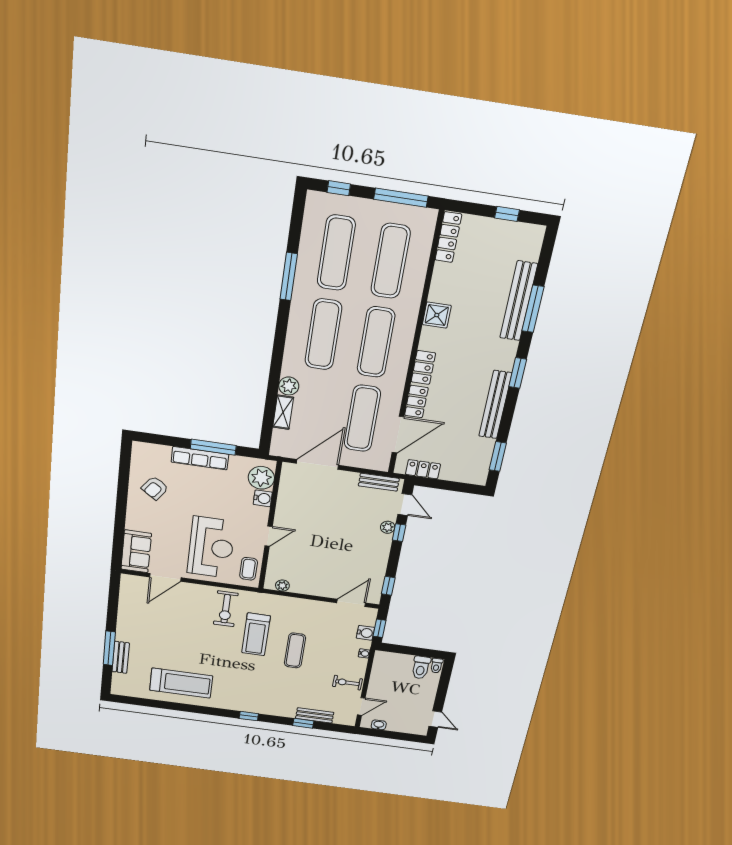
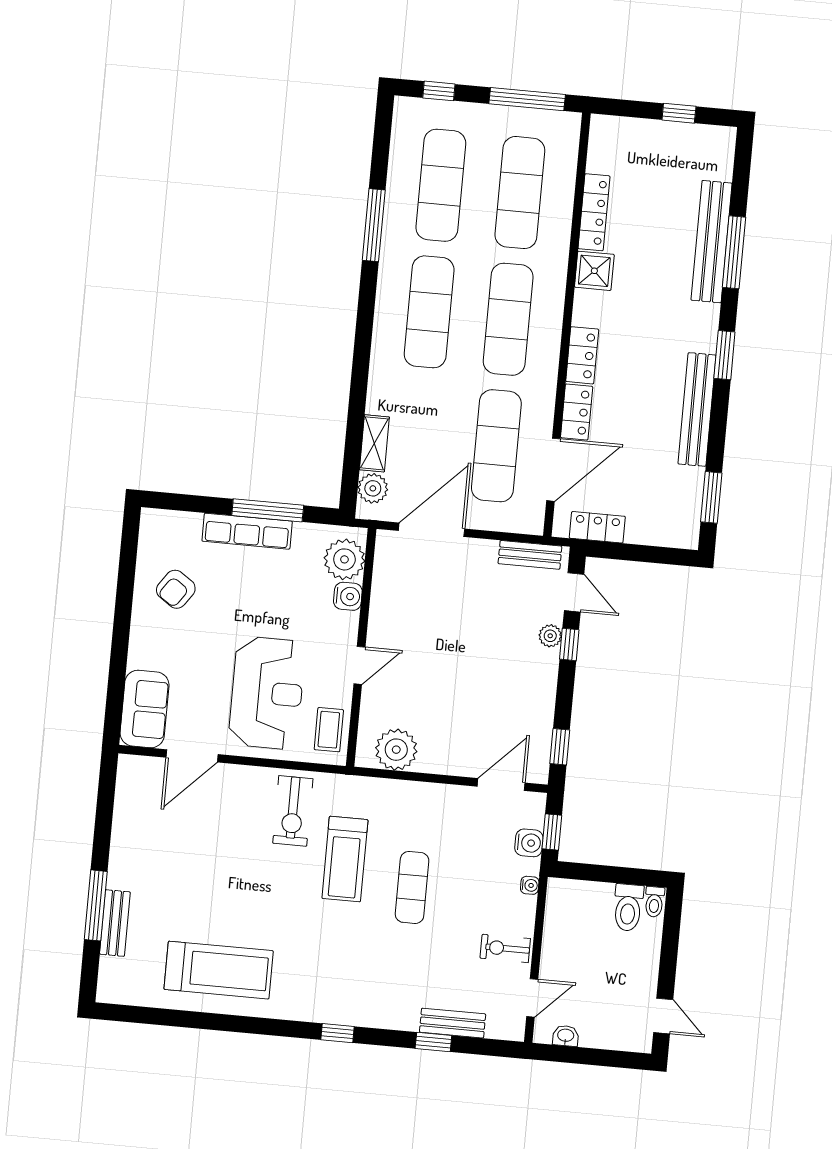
locker: (448, 237) -> (594, 212), moved
plant: (289, 386) -> (373, 488), moved
plant: (282, 586) -> (396, 750), width x1.88, depth x1.88

